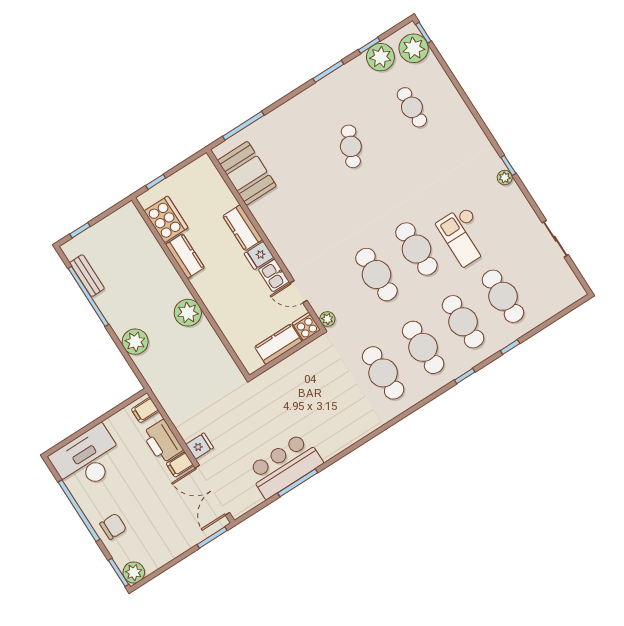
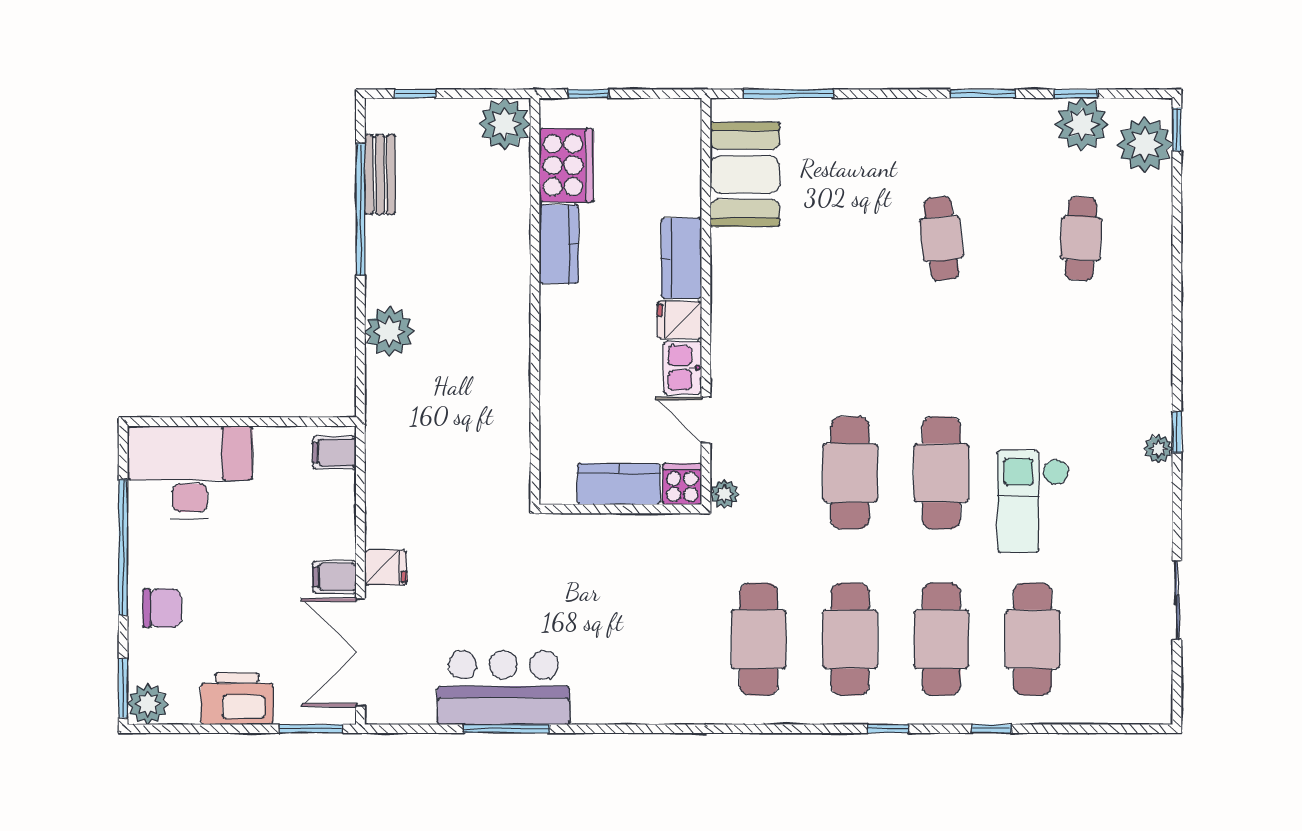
cafe table: (351, 146) -> (941, 238), turned -30
plant: (188, 313) -> (505, 124), moved
printer: (163, 442) -> (237, 699), moved, turned 90

